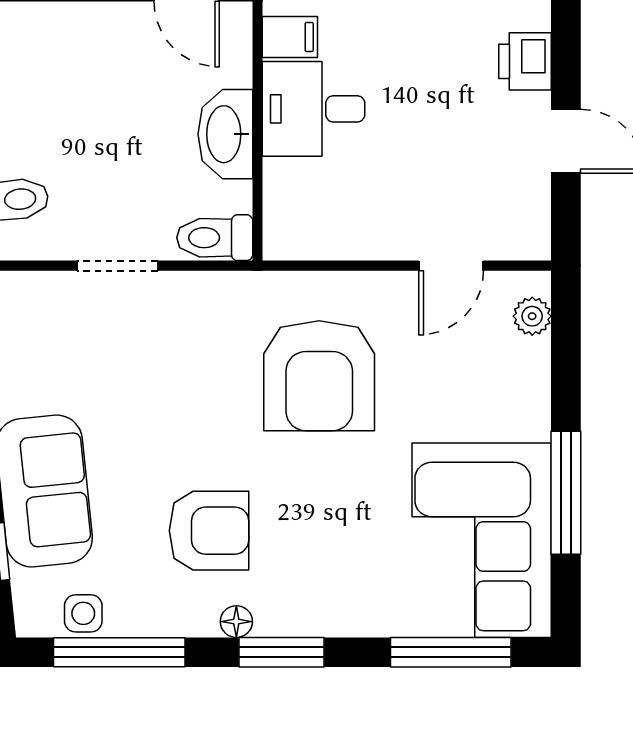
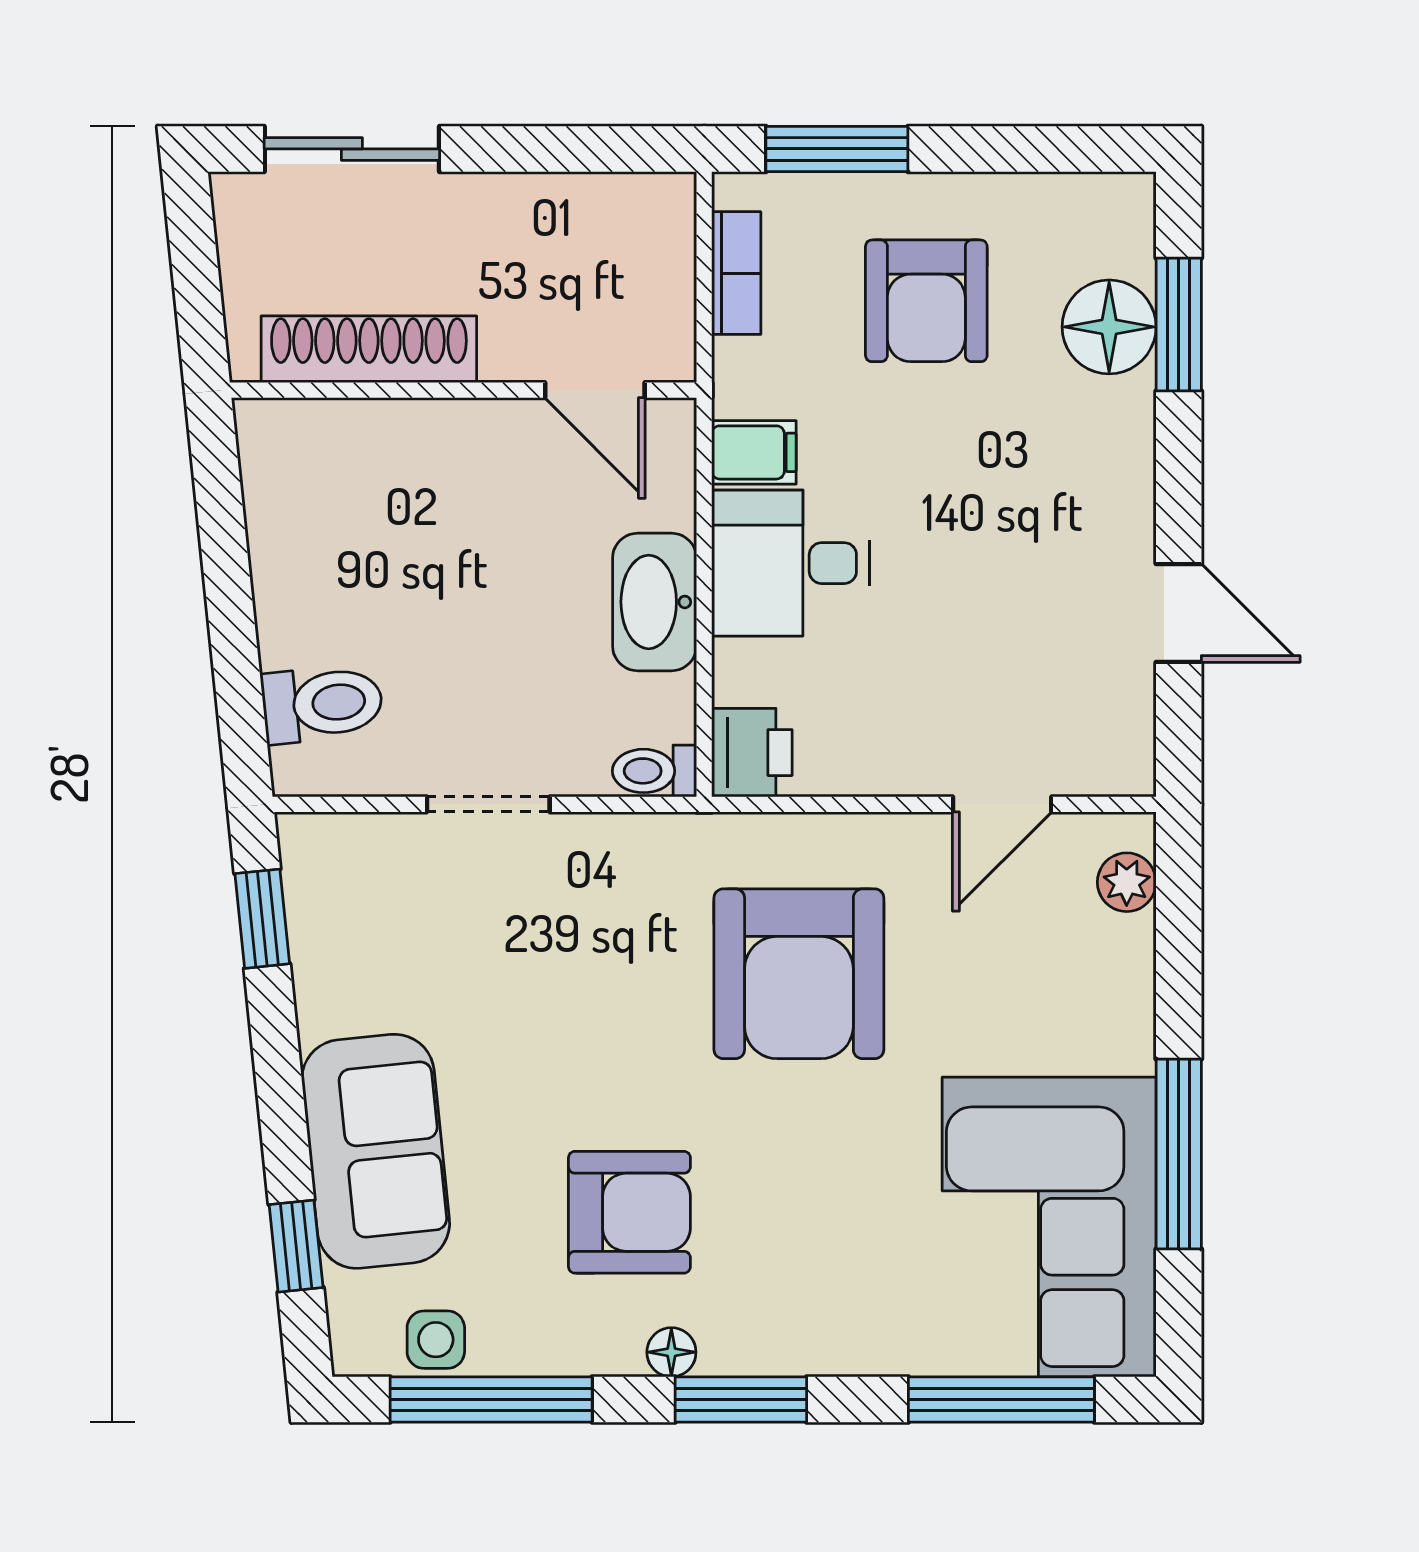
printer: (525, 61) -> (752, 753), moved, turned 180
toilet: (215, 238) -> (654, 771), width x0.73, depth x0.72

